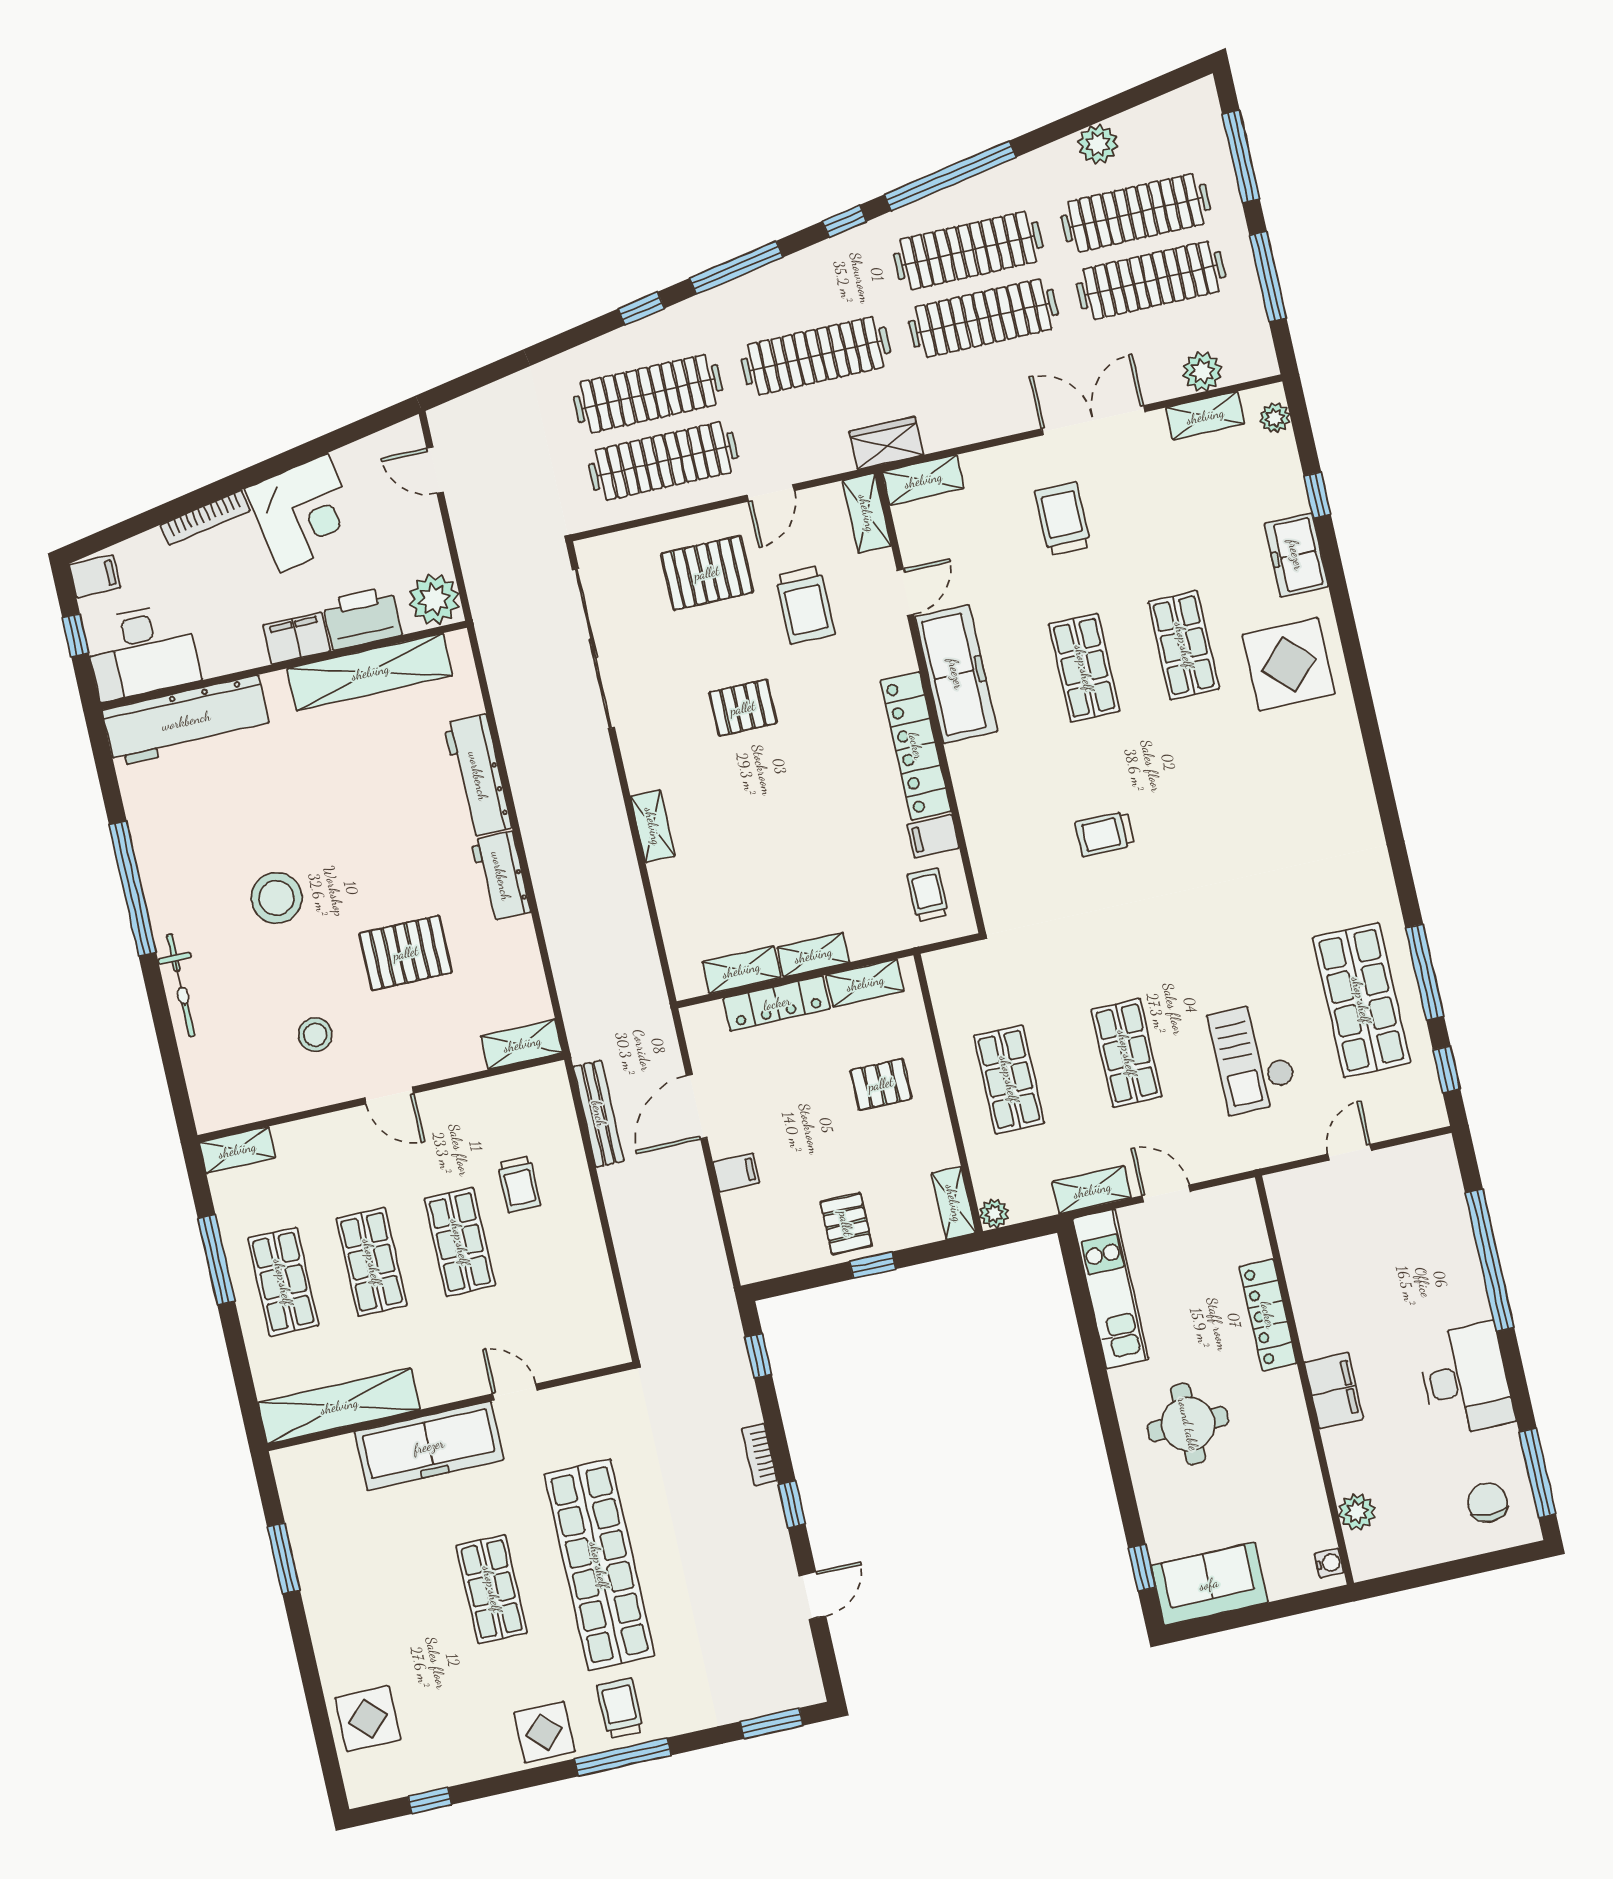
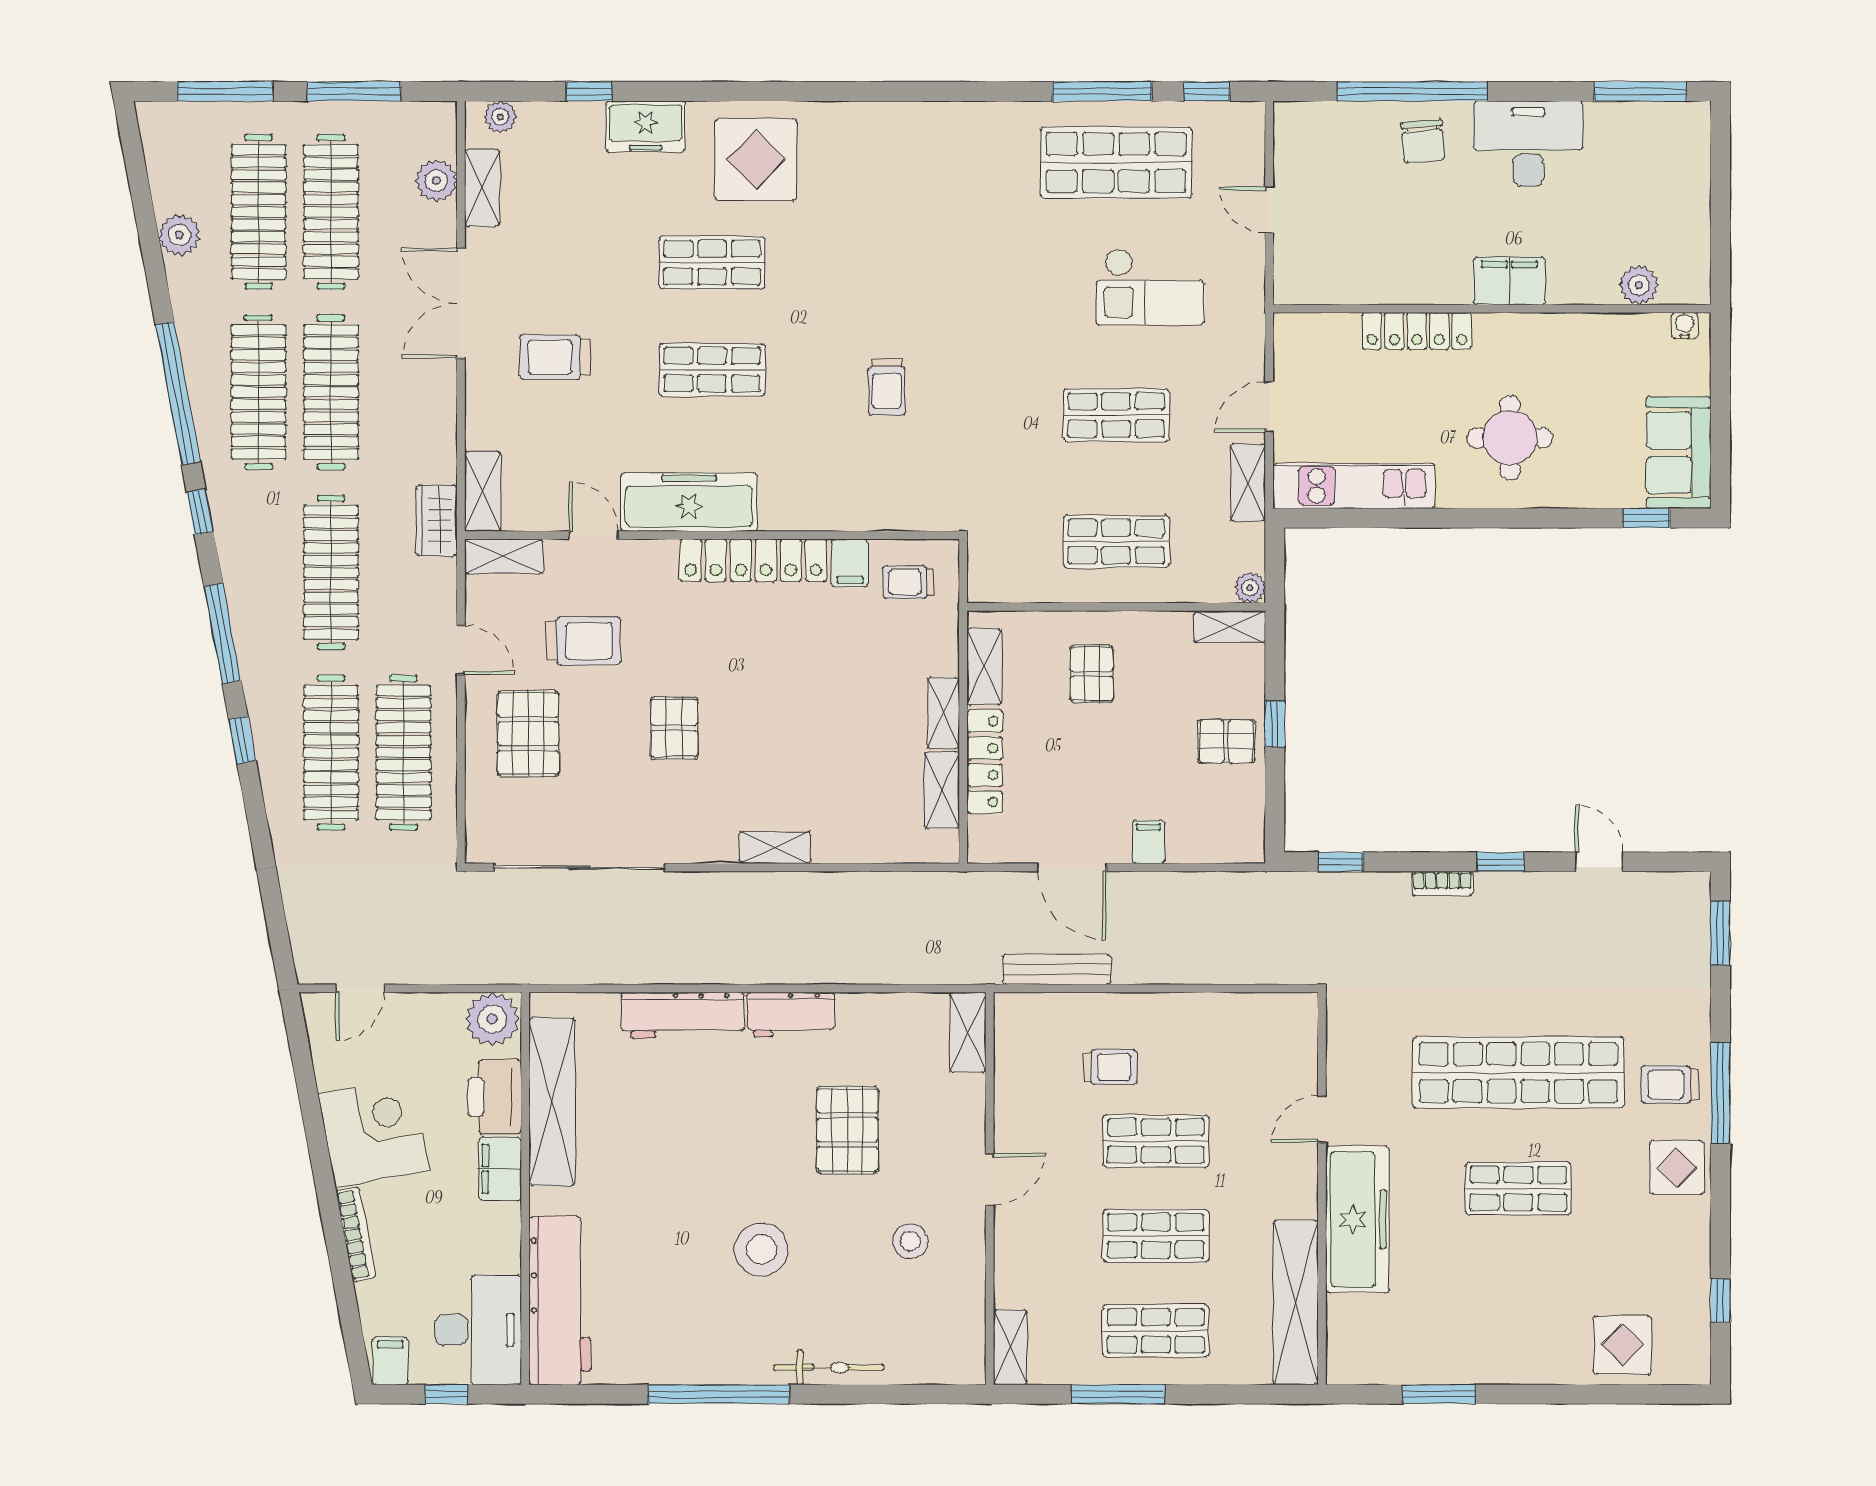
chair: (1488, 1503) -> (1423, 141), moved, turned -95

